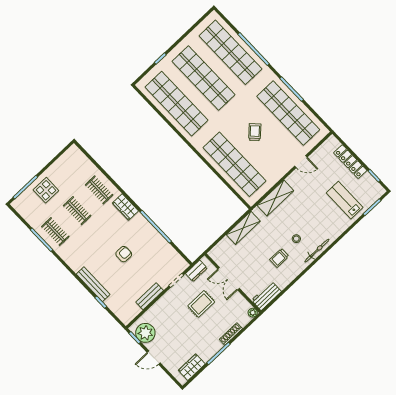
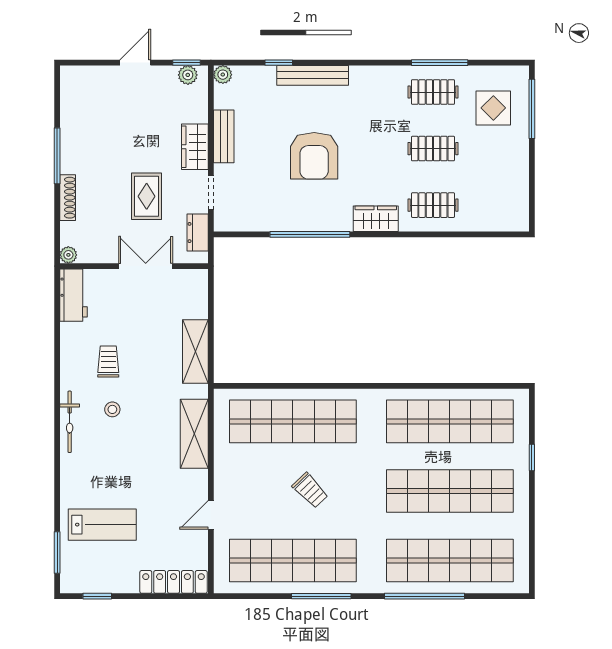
locker: (350, 162) -> (174, 582), moved
display table: (46, 190) -> (493, 108), moved
armchair: (124, 254) -> (314, 156), width x1.88, depth x1.88
plant: (126, 319) -> (223, 75), added
plant: (145, 333) -> (188, 75), width x0.53, depth x0.53
wardrobe: (192, 367) -> (195, 147), moved, turned 180

